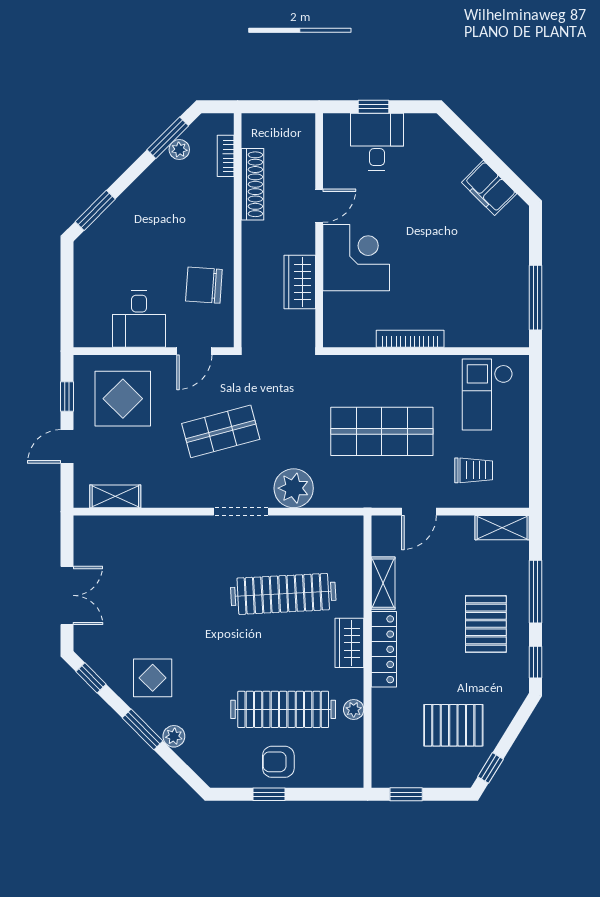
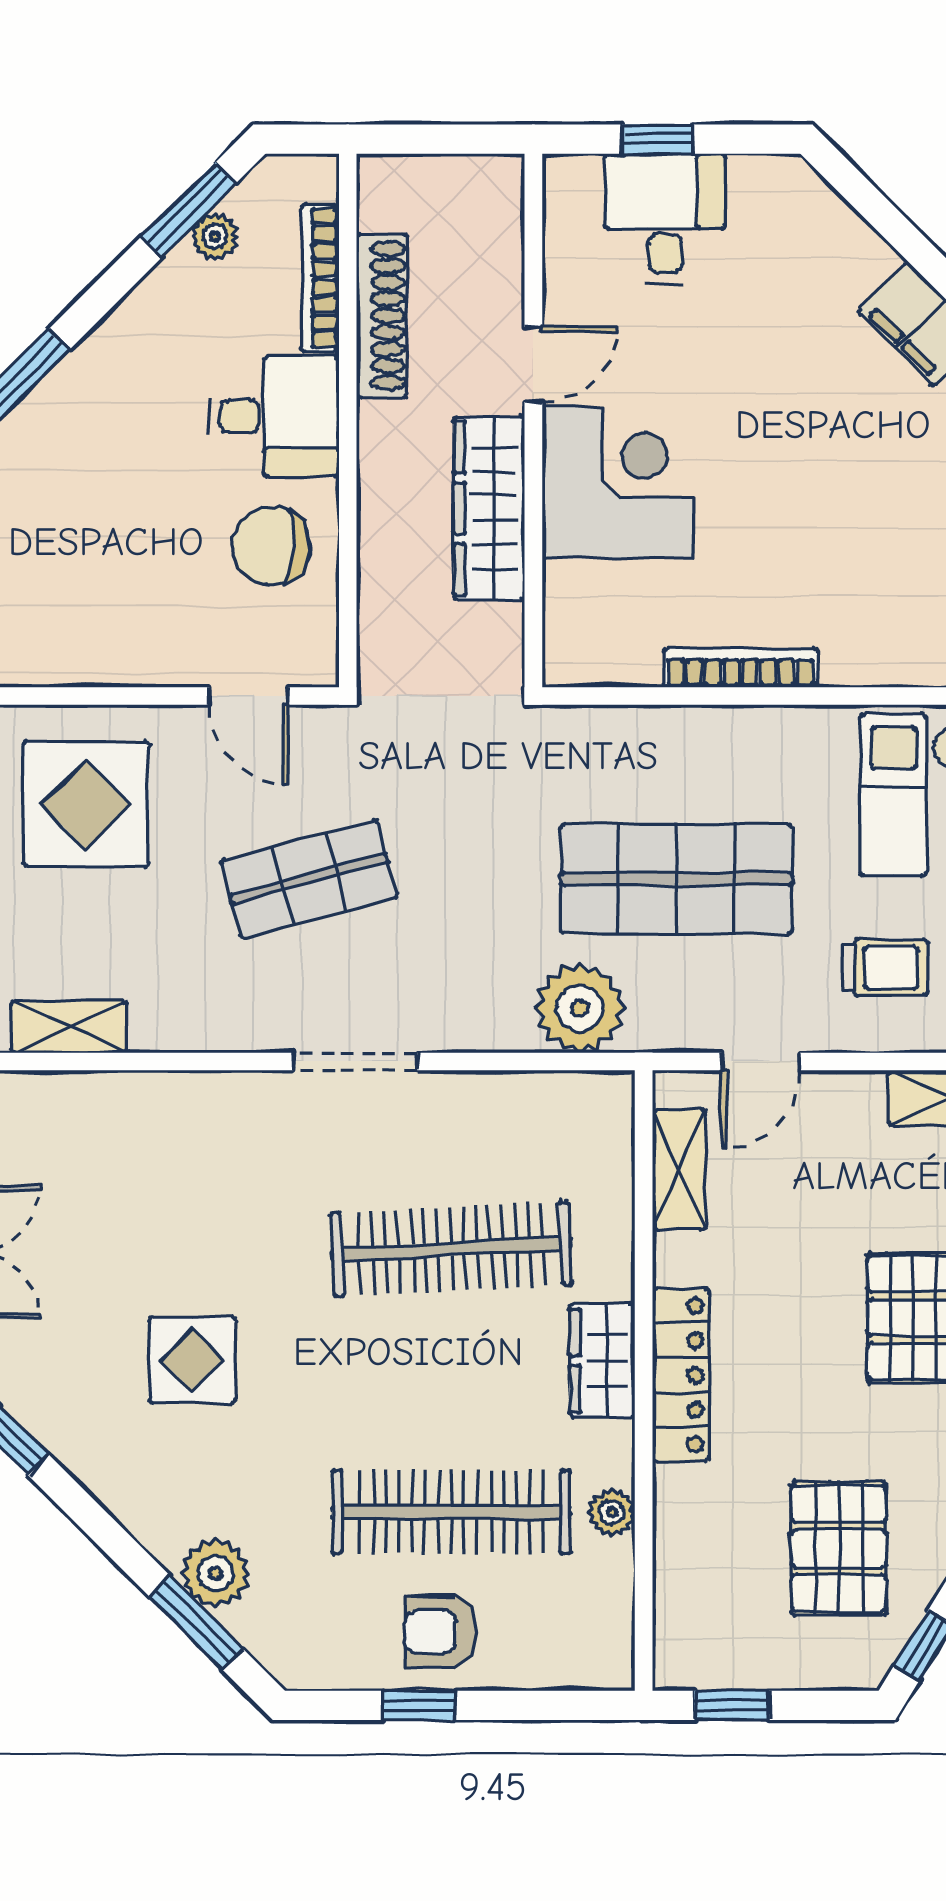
bookcase: (226, 156) -> (320, 278), width x1.56
wardrobe: (300, 282) -> (489, 508), width x1.50
desk: (139, 319) -> (274, 416), moved, turned -90
door: (194, 351) -> (249, 696), hinge flipped
plant: (294, 488) -> (580, 1008), moved
shelving: (383, 583) -> (679, 1170), moved
display table: (153, 678) -> (192, 1360), moved
pallet: (453, 725) -> (839, 1548), turned 90
window: (143, 729) -> (196, 1623), moved
plant: (174, 736) -> (215, 1573), width x1.38, depth x1.38

